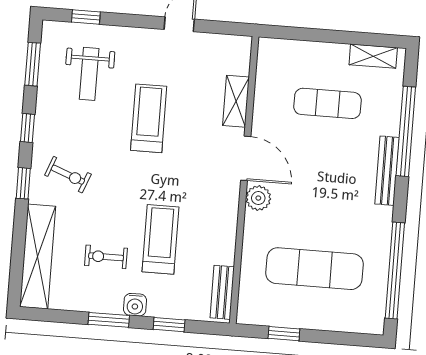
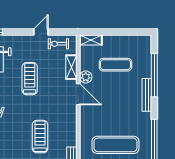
shelving: (373, 56) -> (91, 40), moved
plant: (258, 198) -> (86, 77), moved
exercise bike: (106, 257) -> (58, 44), moved

